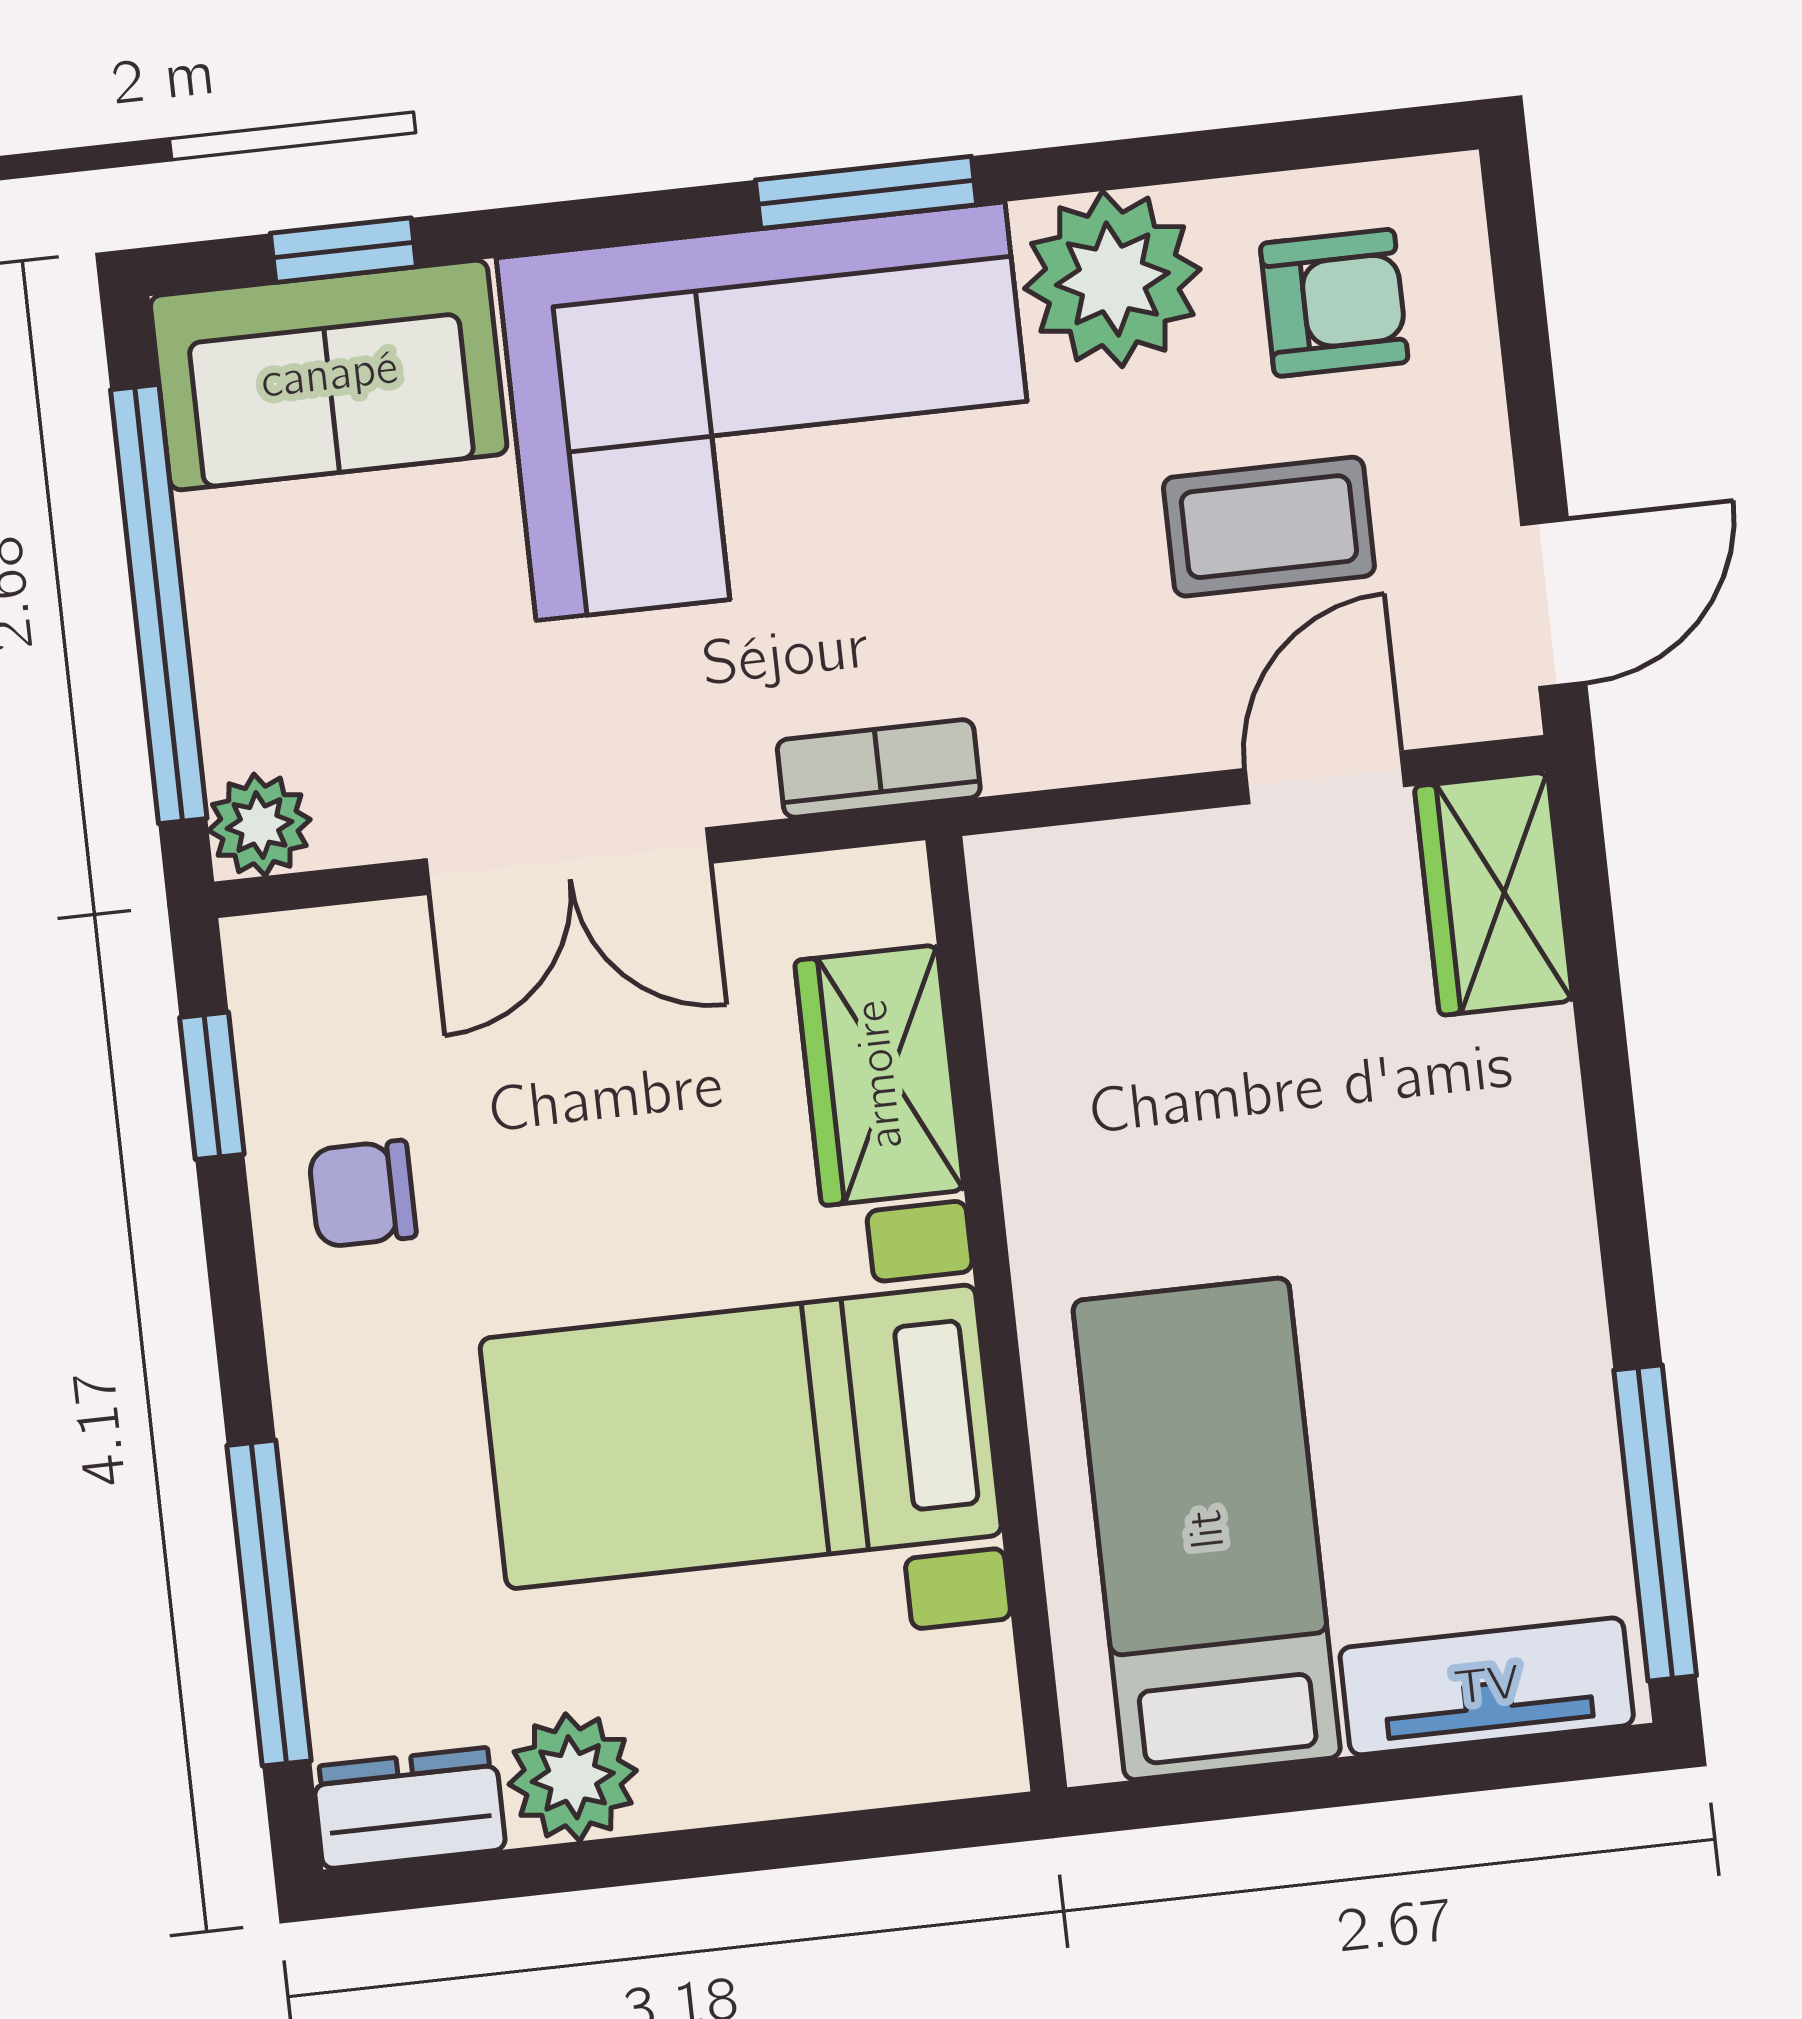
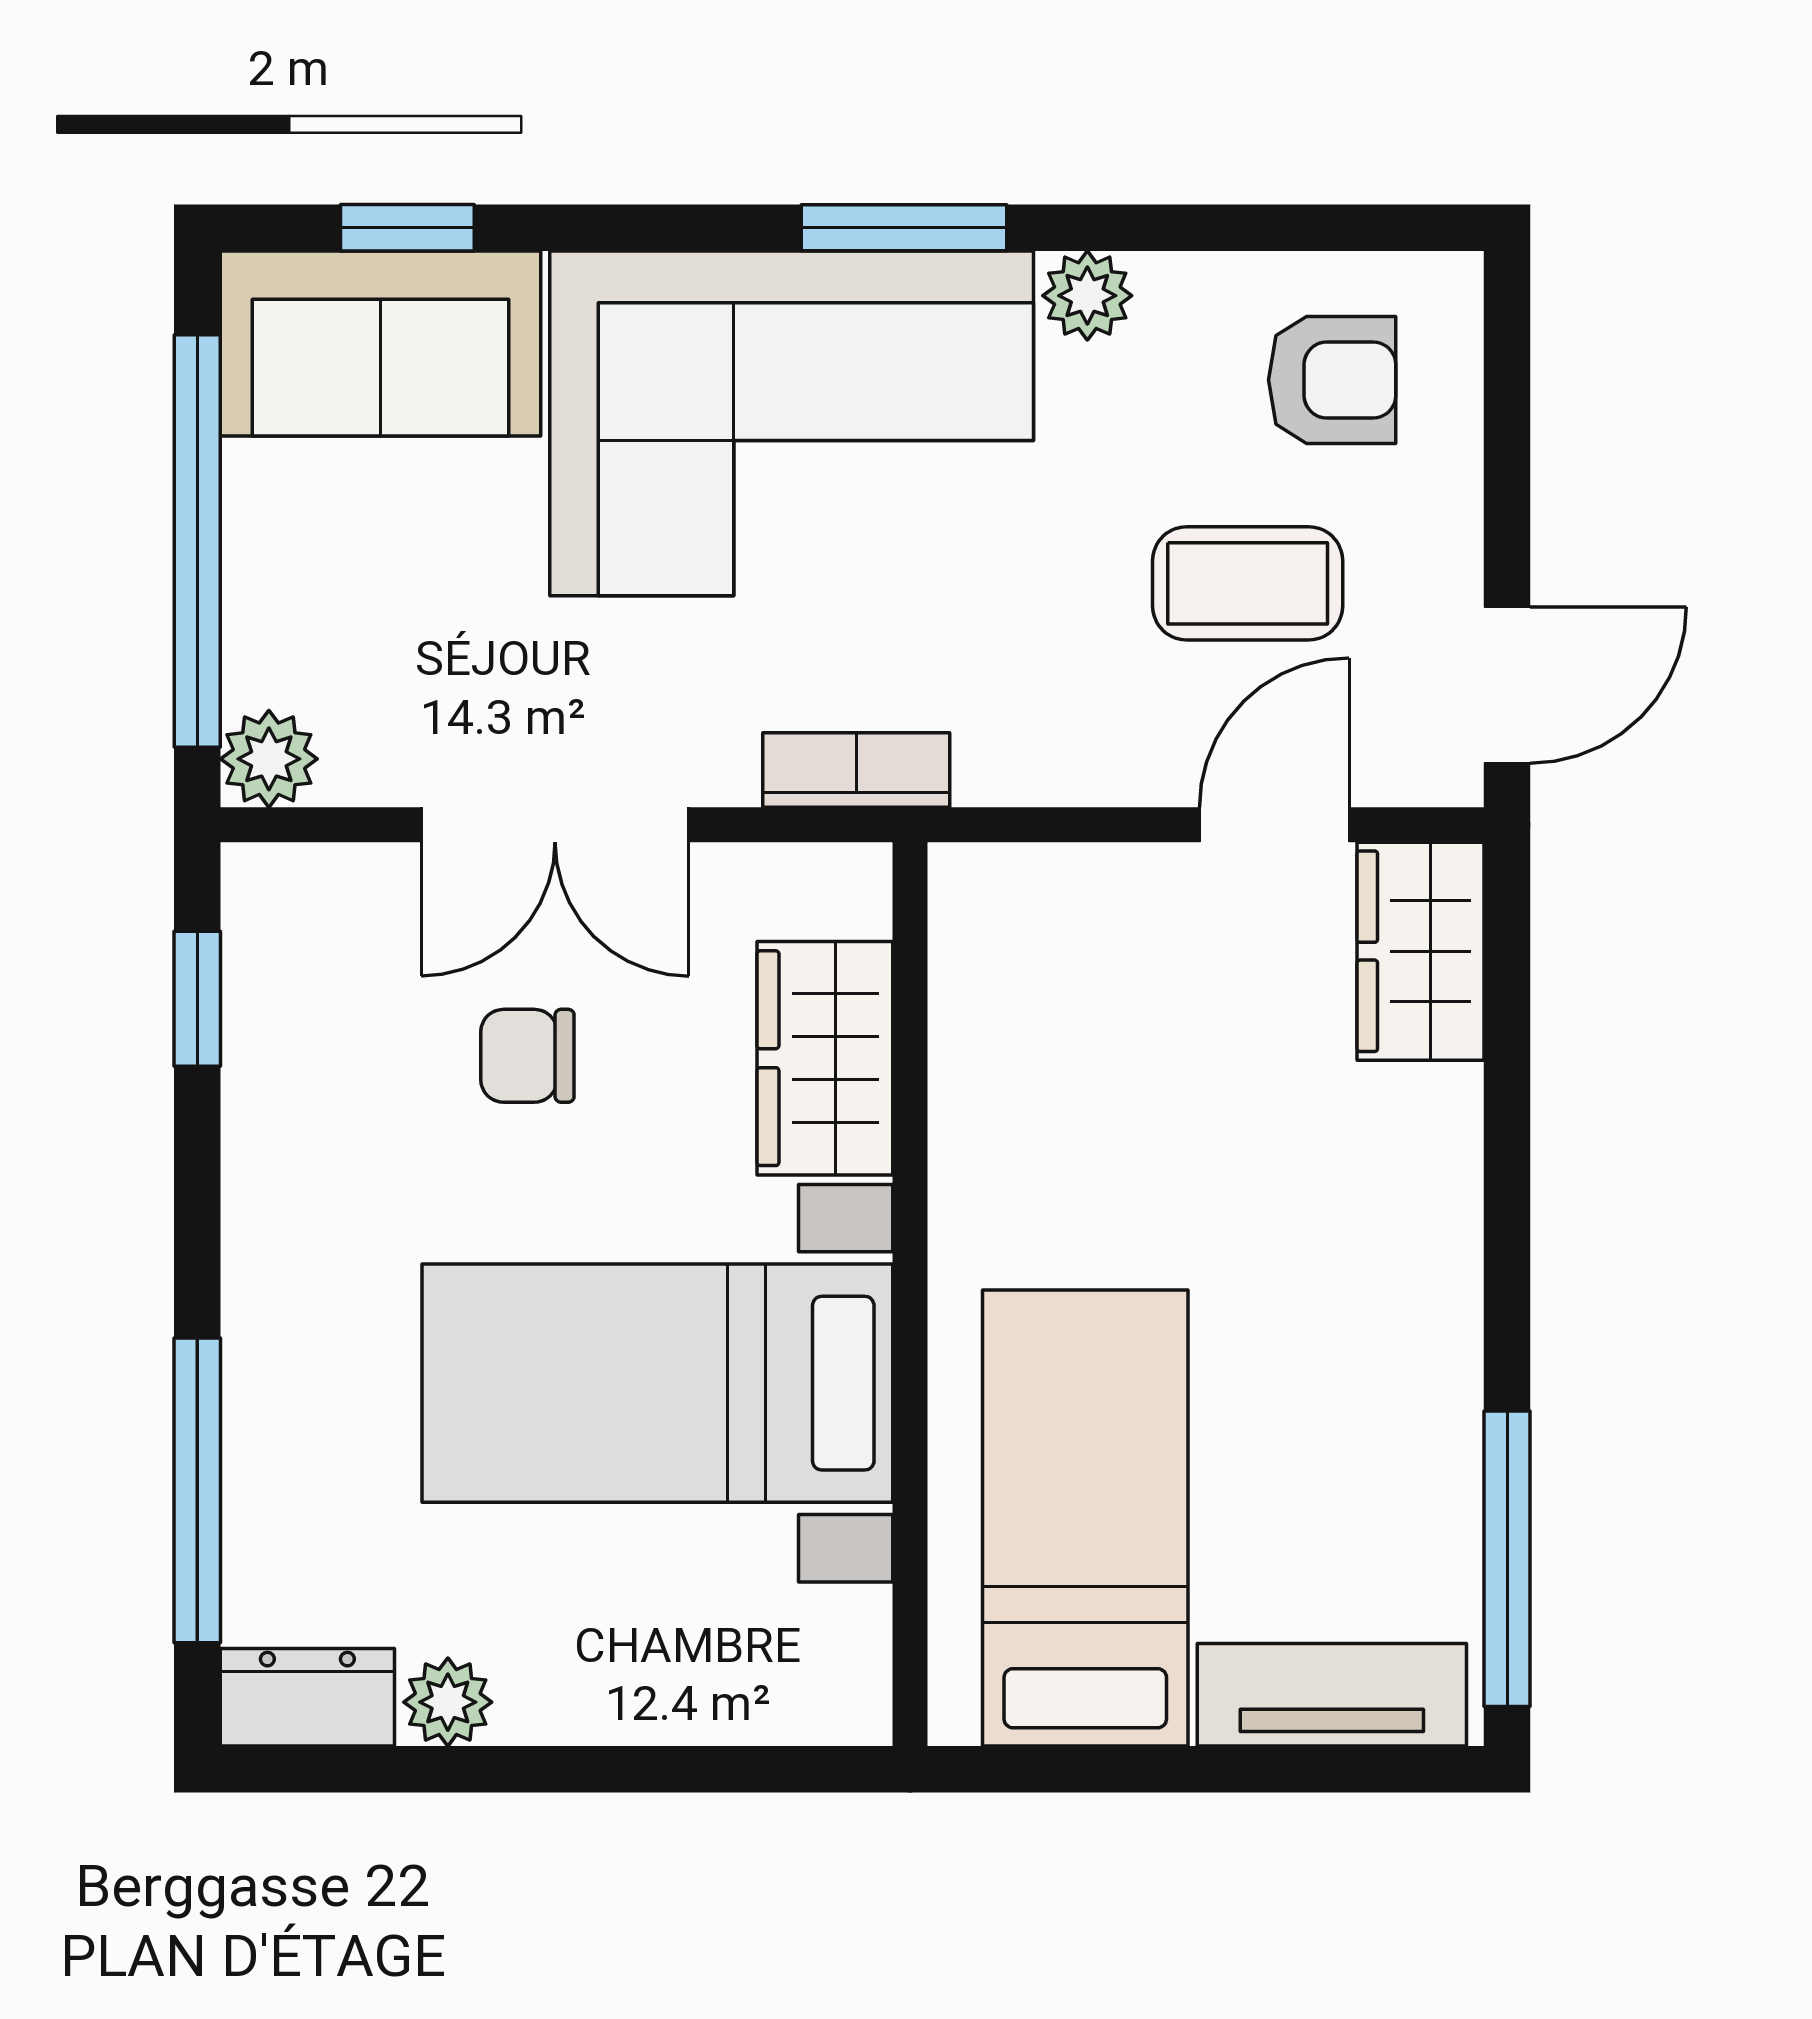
plant: (1112, 279) -> (1087, 296), width x0.53, depth x0.53
chair: (362, 1194) -> (527, 1056), moved
plant: (573, 1777) -> (448, 1702), width x0.73, depth x0.73

